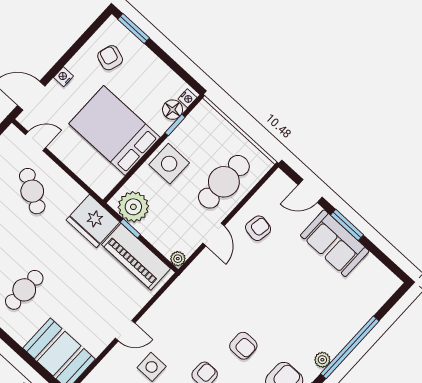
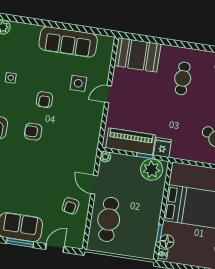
side table: (169, 164) -> (148, 209), removed
fridge: (93, 221) -> (162, 147), width x0.53, depth x0.75

